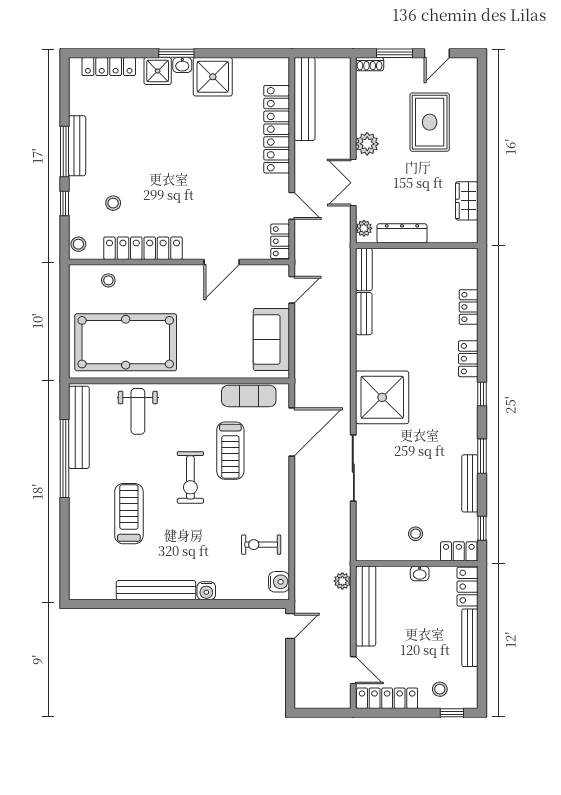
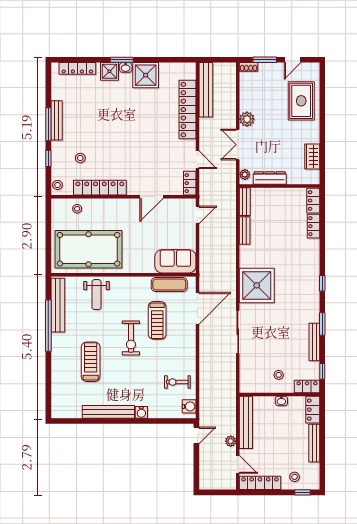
rug: (430, 122) -> (301, 101), moved
sofa: (271, 340) -> (175, 261), moved, turned 90
locker: (468, 359) -> (313, 201), moved
plant: (342, 581) -> (231, 441), moved

